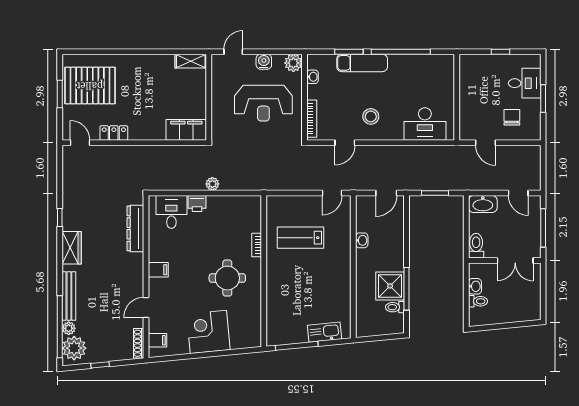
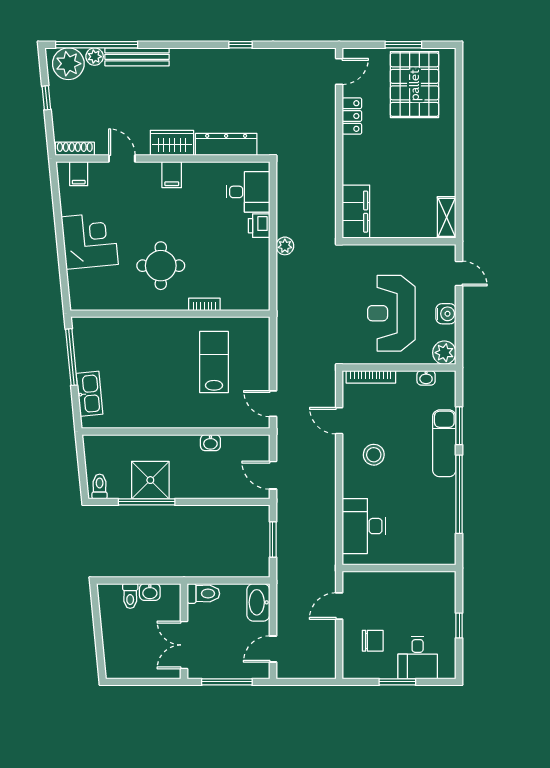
wardrobe: (72, 248) -> (172, 143), moved, turned 180
toilet: (395, 307) -> (100, 486), moved

